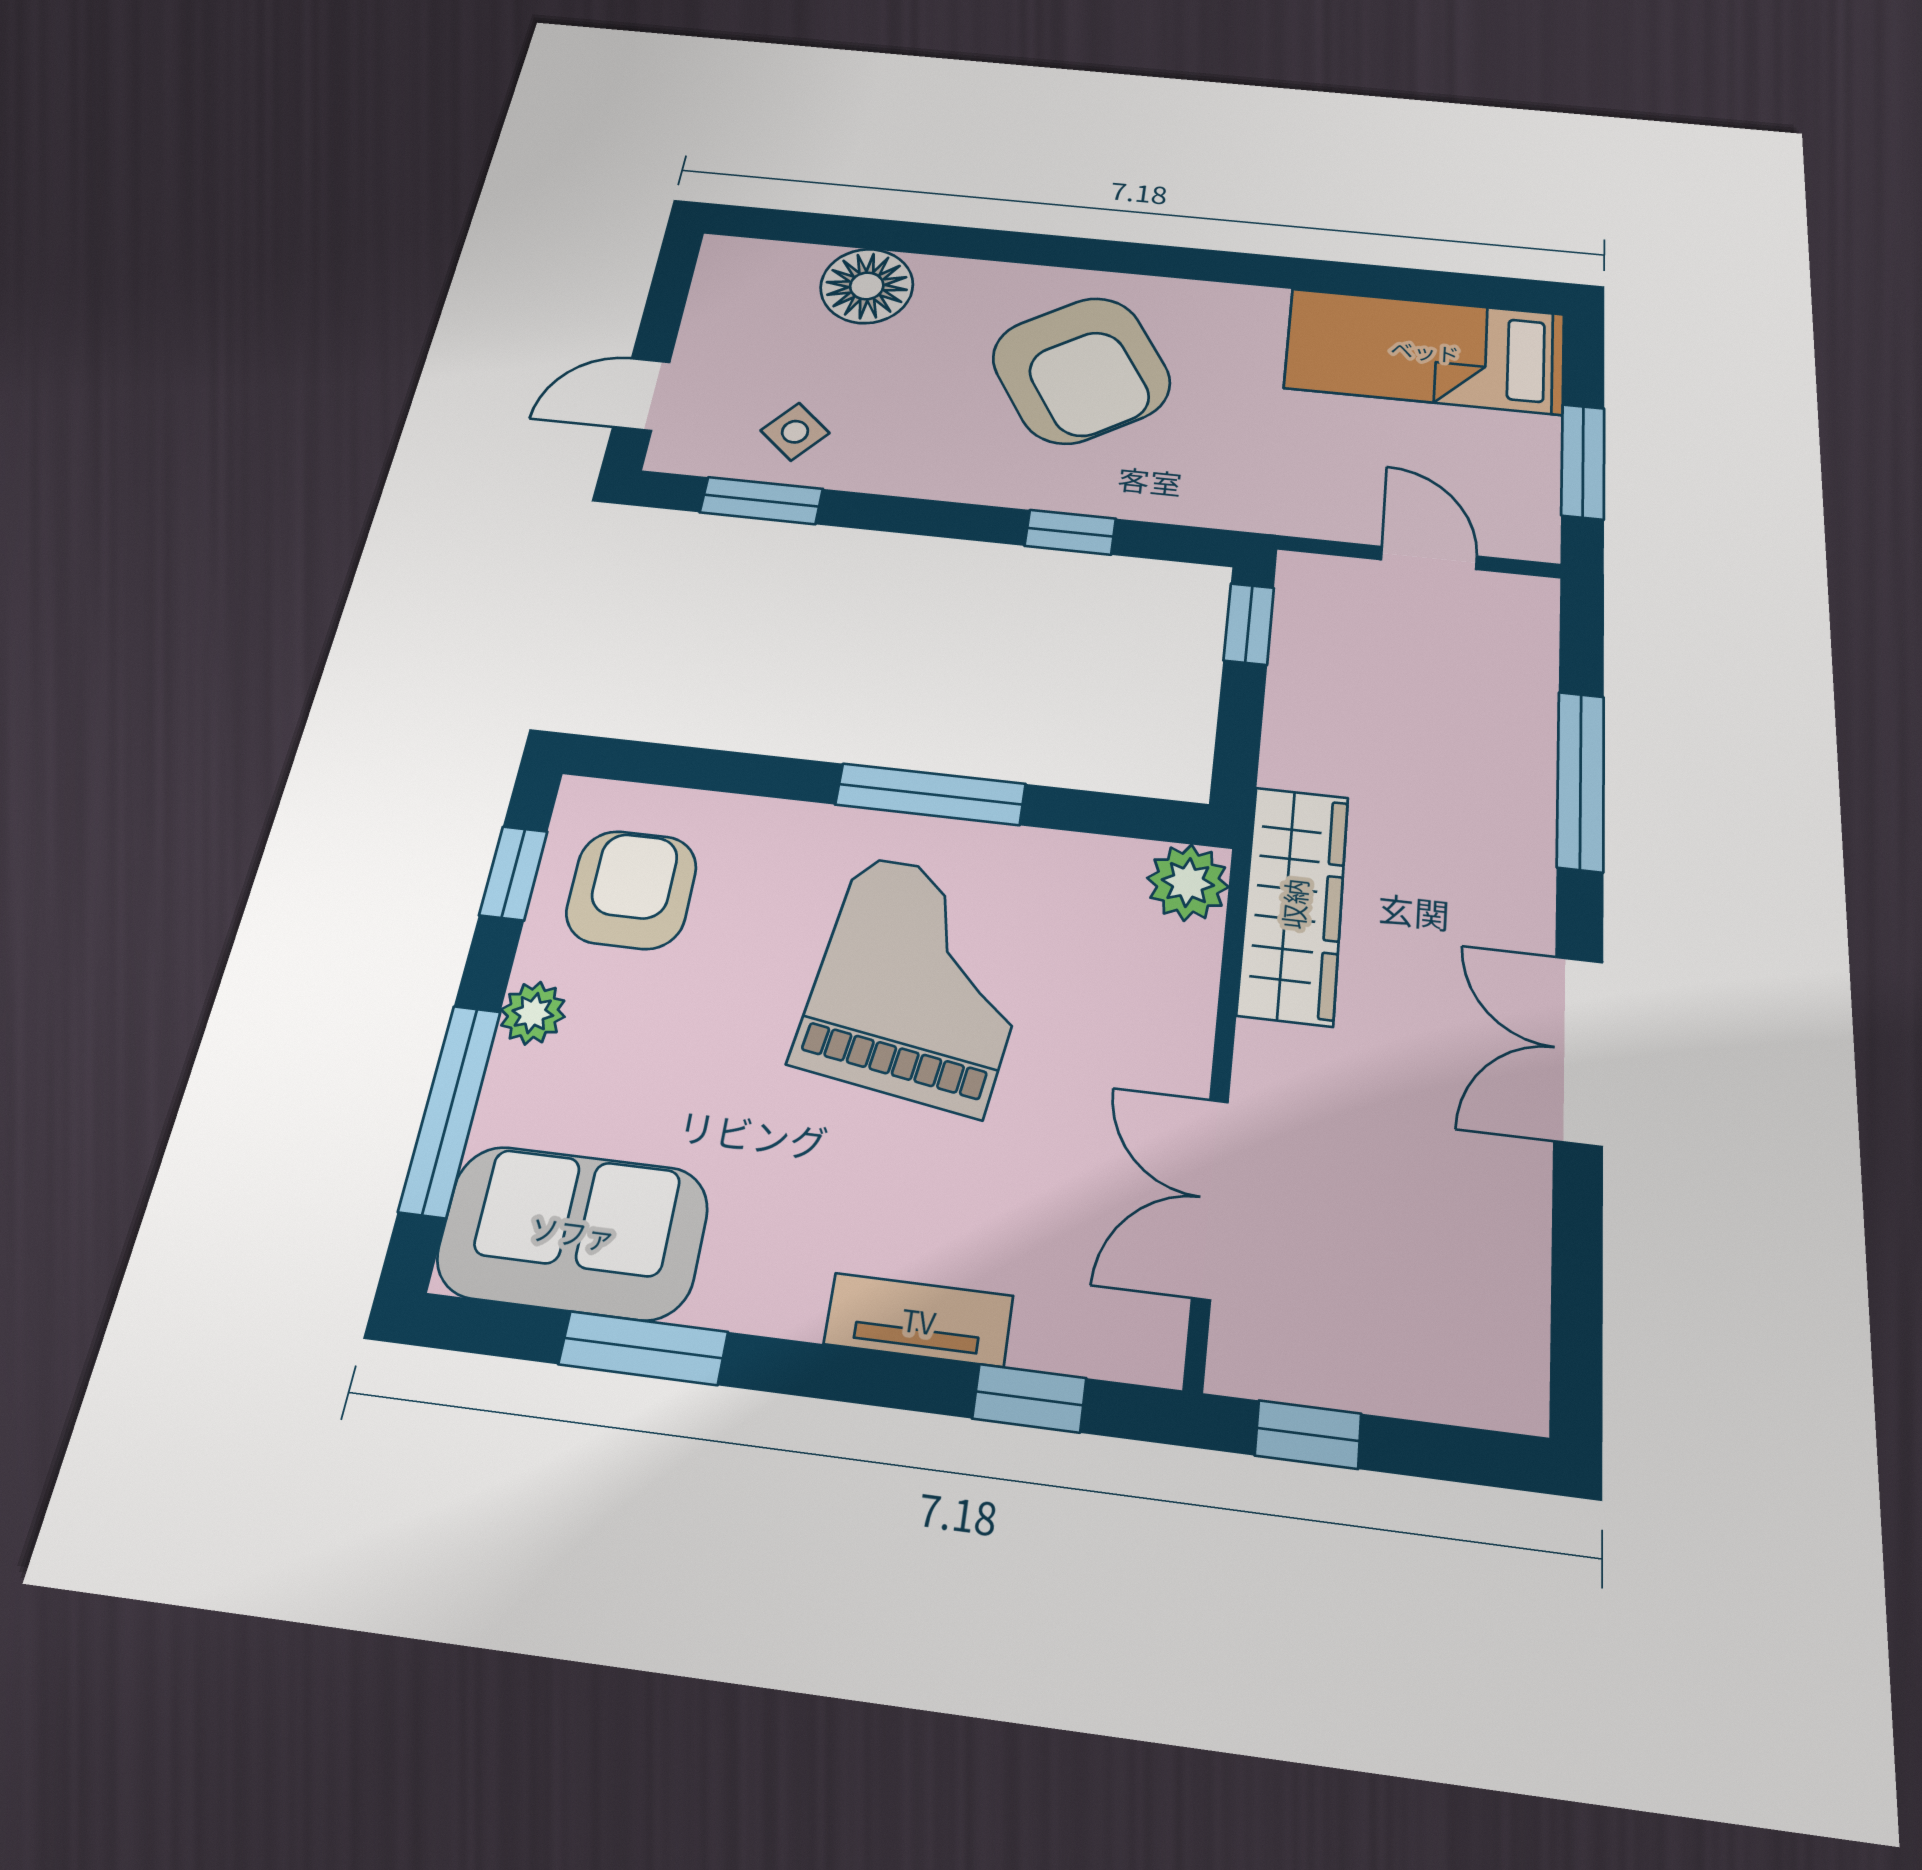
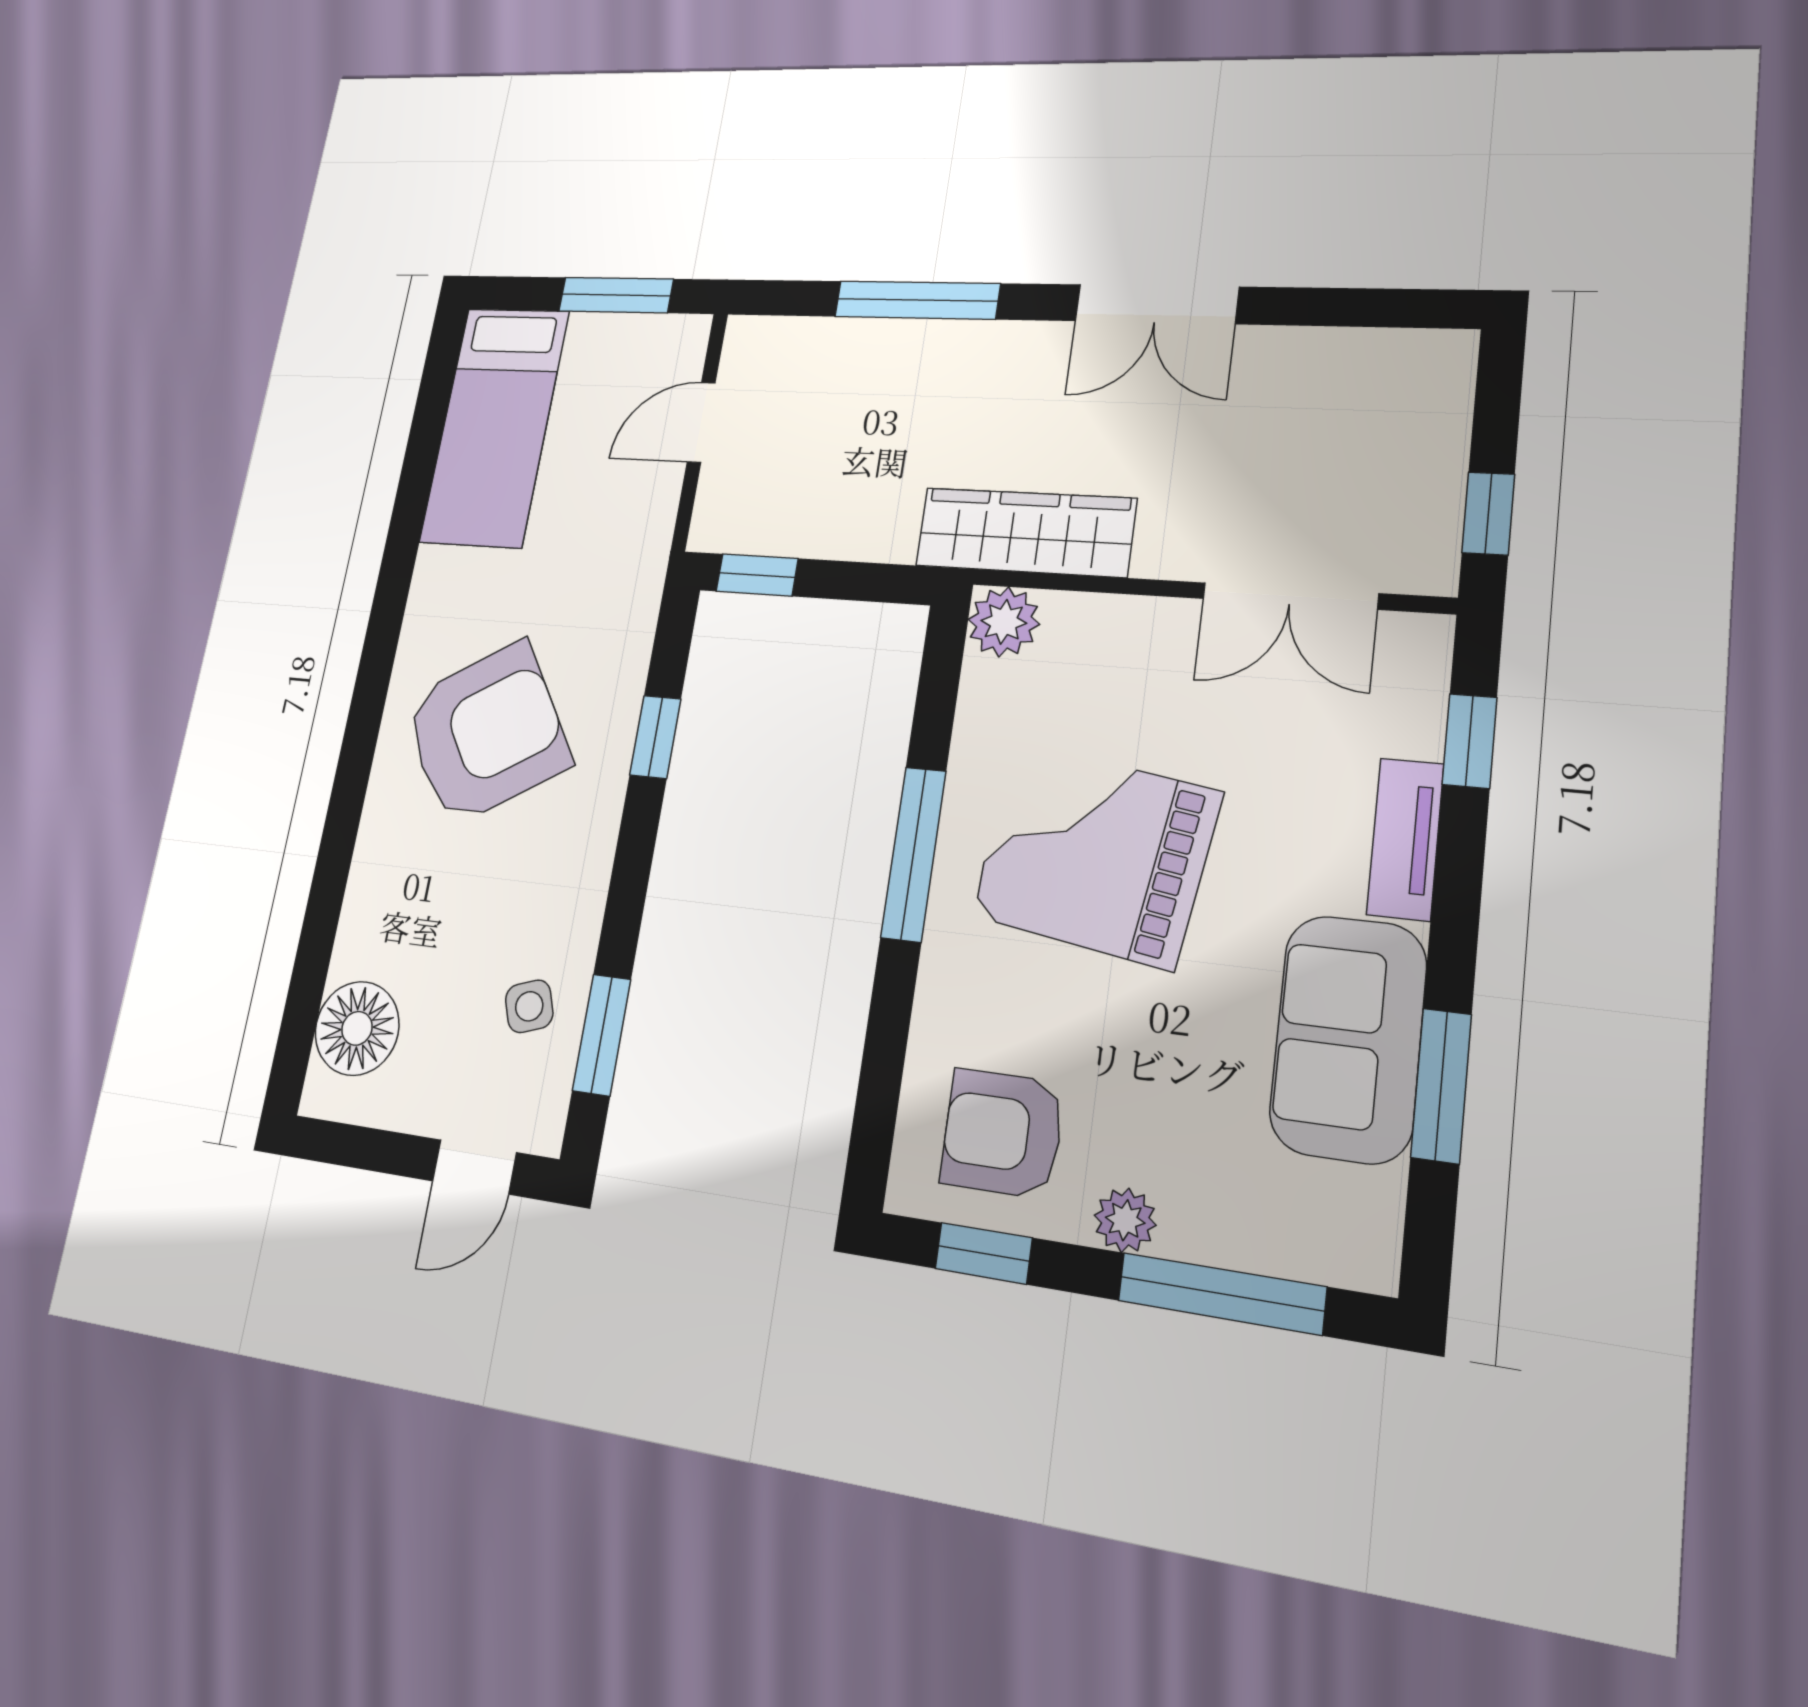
floor lamp: (867, 286) -> (357, 1028), moved
door: (641, 394) -> (474, 1167), hinge flipped
side table: (795, 432) -> (529, 1006), turned 30
sofa: (573, 1232) -> (1348, 1038), moved

